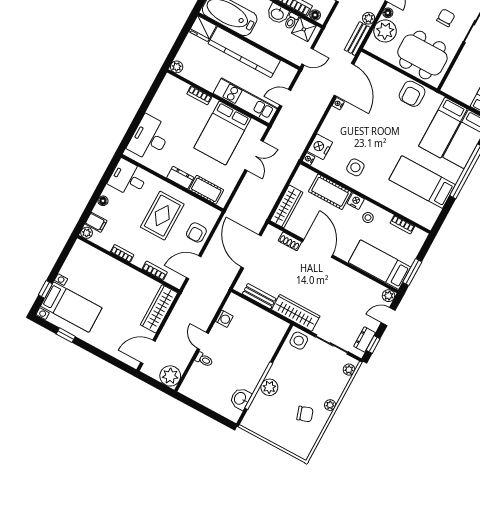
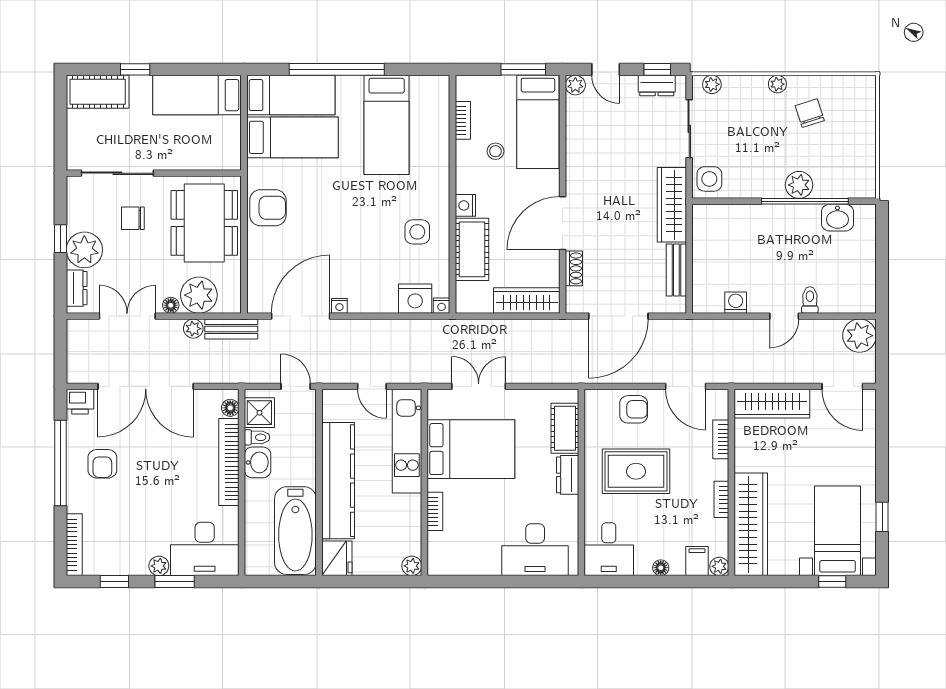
stool: (368, 218) -> (495, 151), moved
wardrobe: (100, 262) -> (751, 524), added

